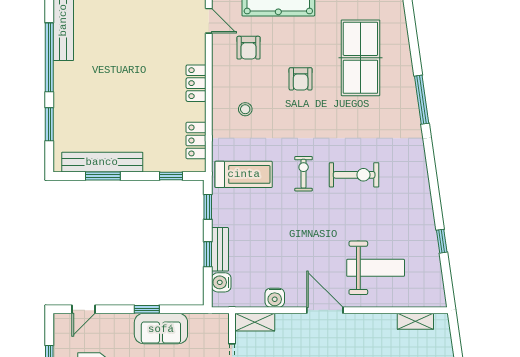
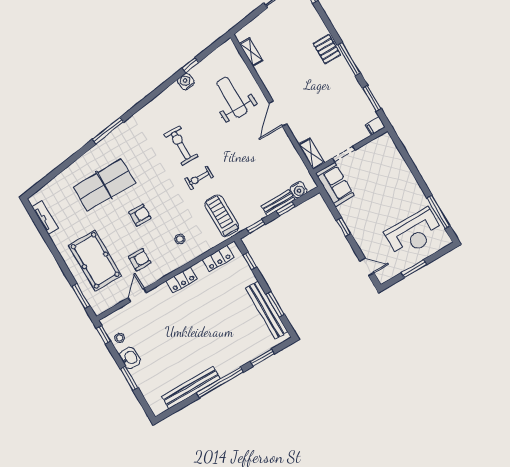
water cooler: (275, 298) -> (186, 82), moved, turned -98
sofa: (161, 329) -> (335, 184), moved

